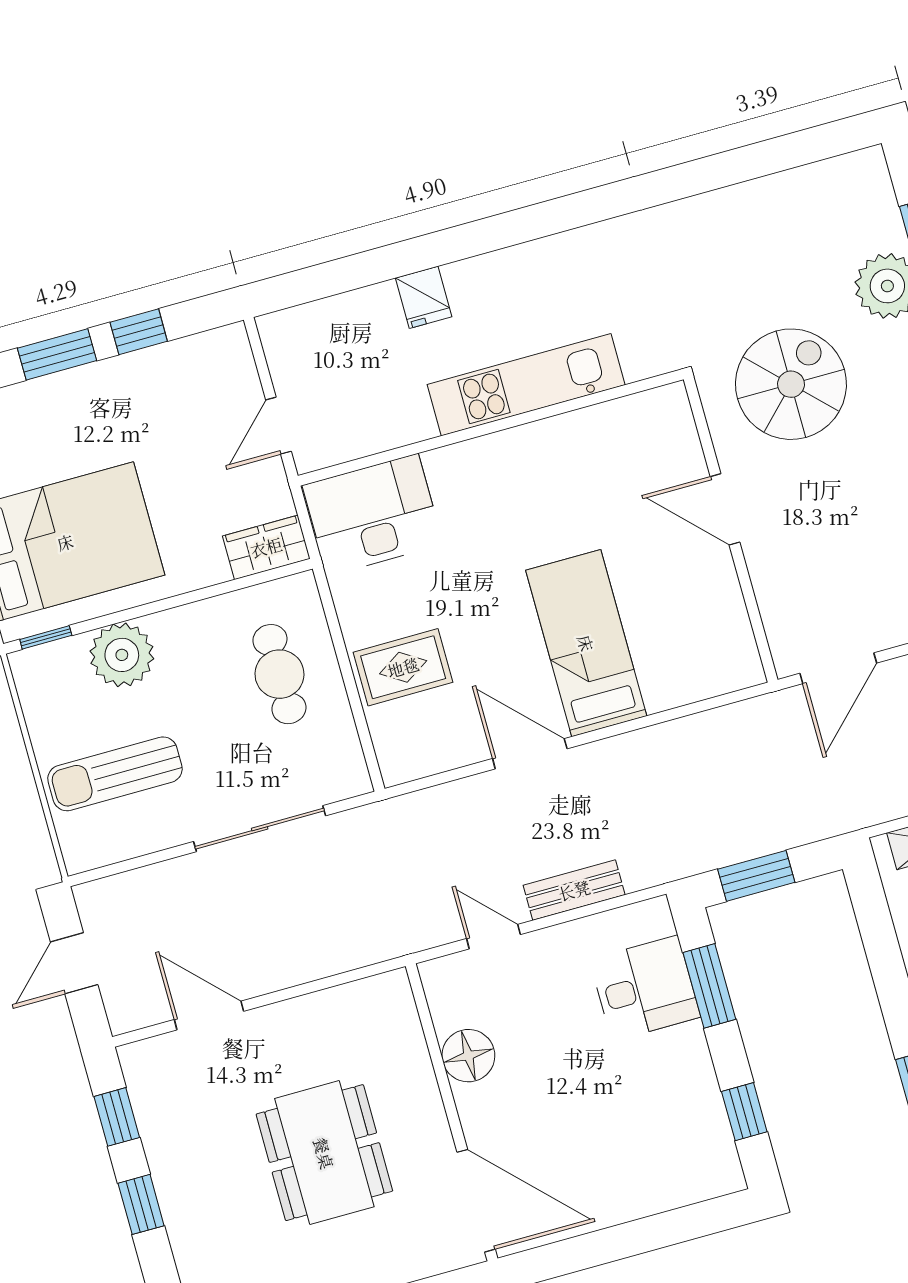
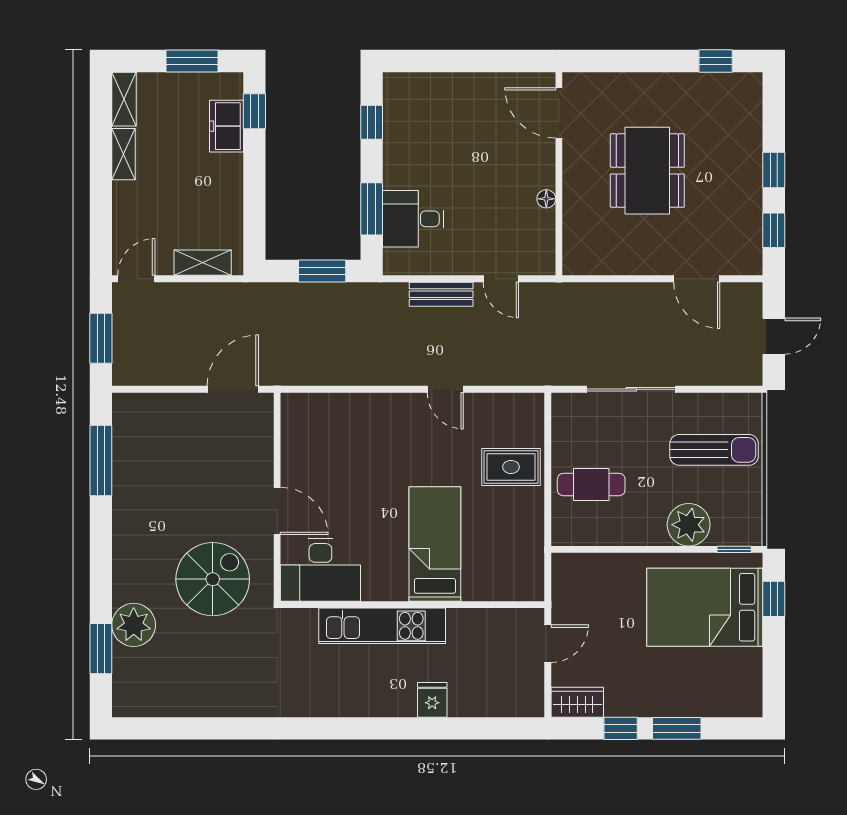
spiral stairs: (791, 384) -> (213, 579), turned 180
desk: (373, 515) -> (320, 570), moved
wardrobe: (266, 547) -> (577, 702), moved, turned 180
bed: (586, 643) -> (435, 544), moved, turned 180
cafe table: (279, 674) -> (591, 485), turned 90
door: (530, 754) -> (445, 389), width x0.73
floor lamp: (468, 1056) -> (546, 199), width x0.53, depth x0.53
door: (476, 1201) -> (559, 113), width x0.73

